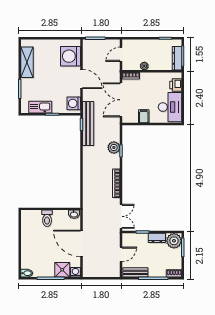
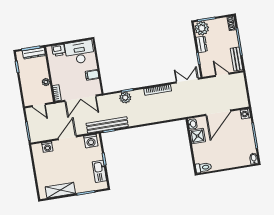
washing machine: (70, 56) -> (47, 147), width x0.53, depth x0.53
toilet: (47, 218) -> (204, 167), moved
shower: (62, 270) -> (198, 136), moved

